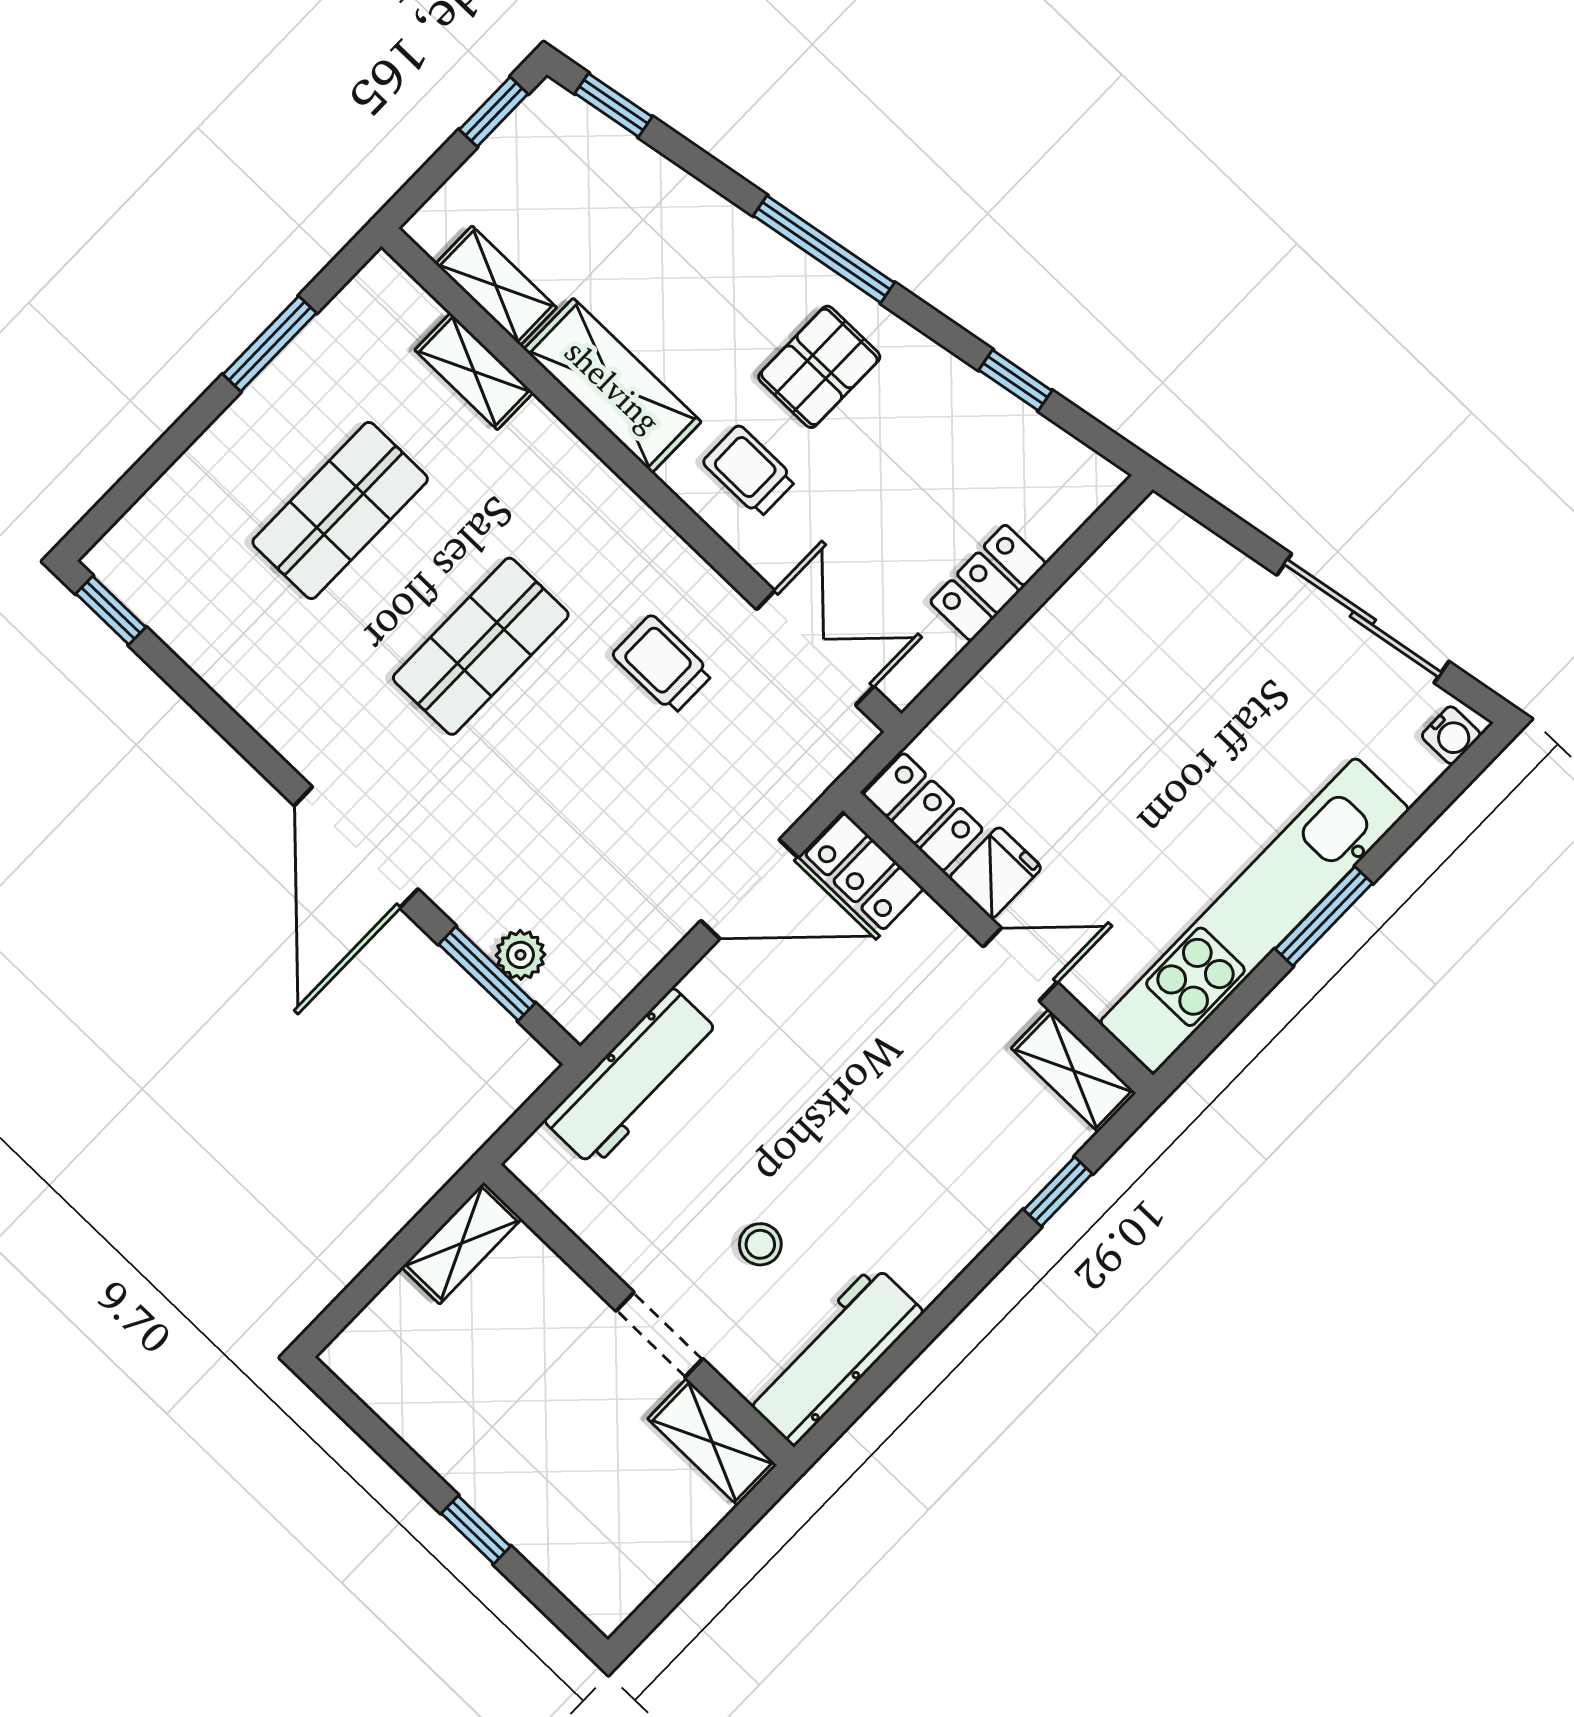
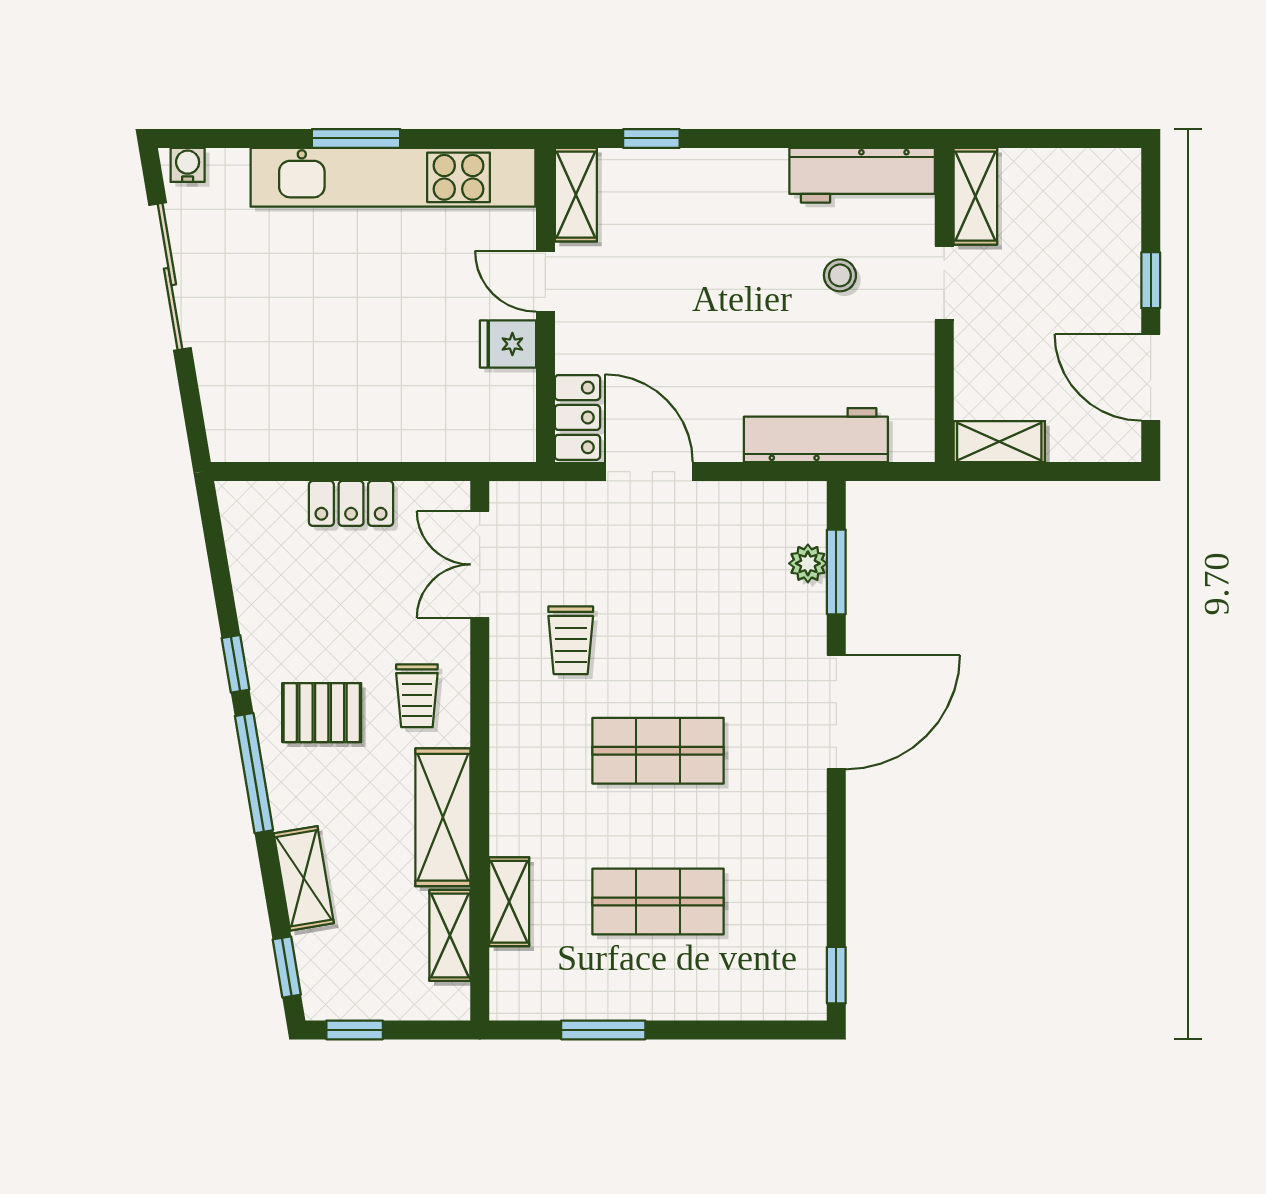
shelving: (681, 201) -> (304, 878), added
window: (1015, 380) -> (235, 664), moved
locker: (923, 812) -> (513, 417), removed
door: (385, 1442) -> (1151, 377), added

